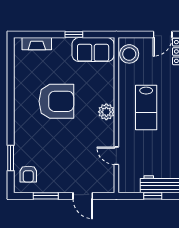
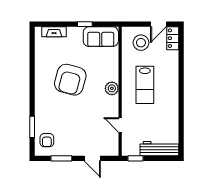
stool: (129, 54) -> (141, 43), moved
armchair: (56, 101) -> (70, 80), turned 105
window: (153, 196) -> (136, 158), moved

